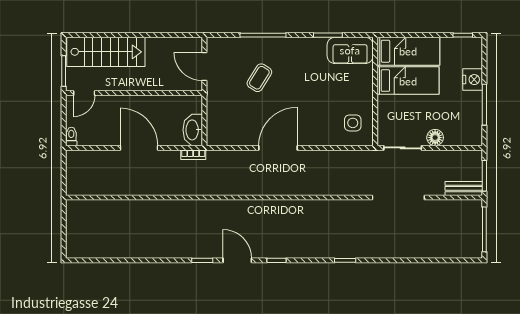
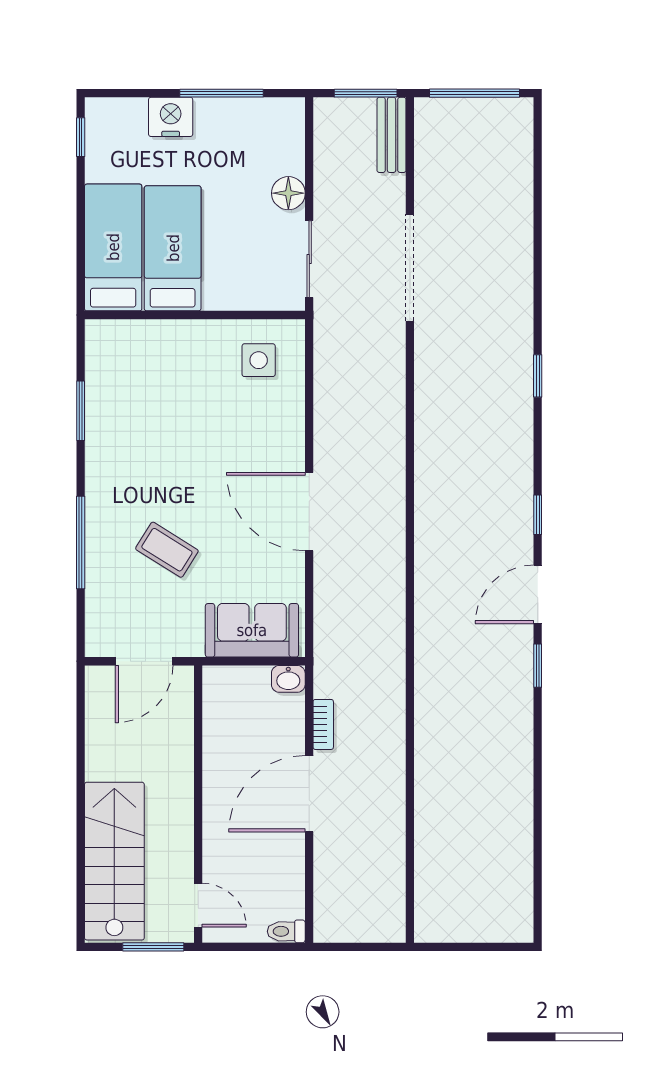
sofa: (350, 50) -> (252, 630), moved, turned -90
washbasin: (193, 130) -> (288, 679), width x0.52, depth x0.69
bookcase: (193, 155) -> (323, 724), moved

